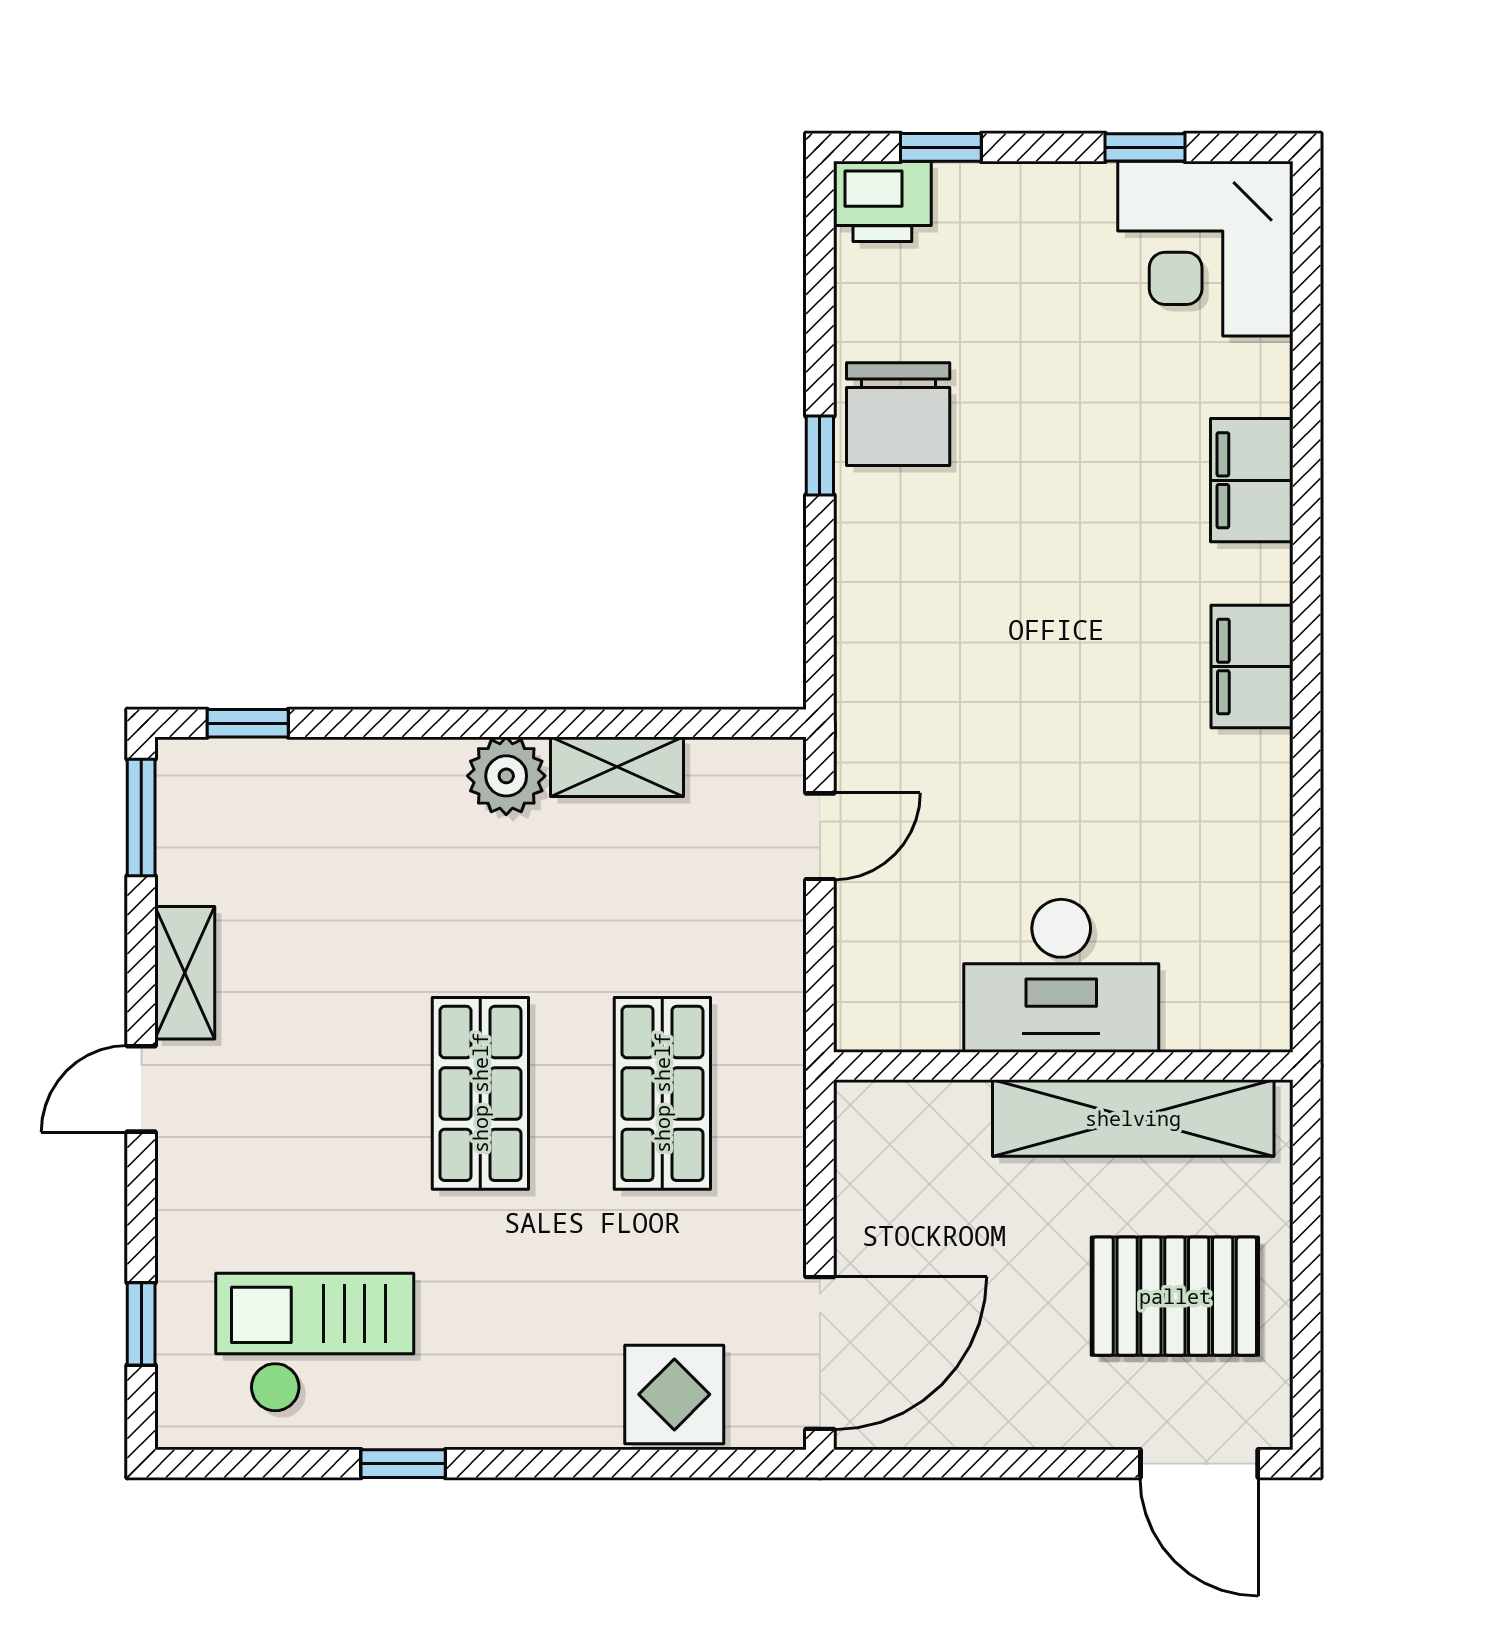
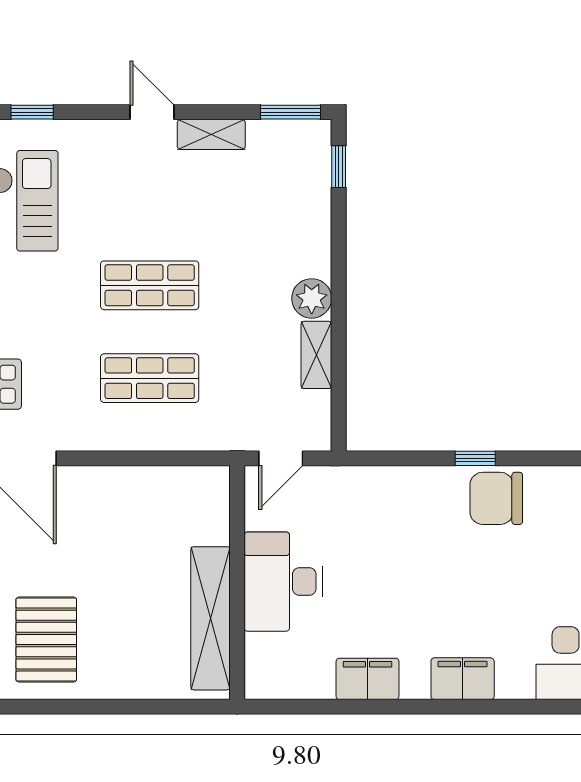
door: (820, 836) -> (281, 458), hinge flipped
desk: (1061, 976) -> (283, 582), moved
wall: (1063, 1066) -> (237, 583), moved
shelving: (1133, 1118) -> (211, 618), moved

